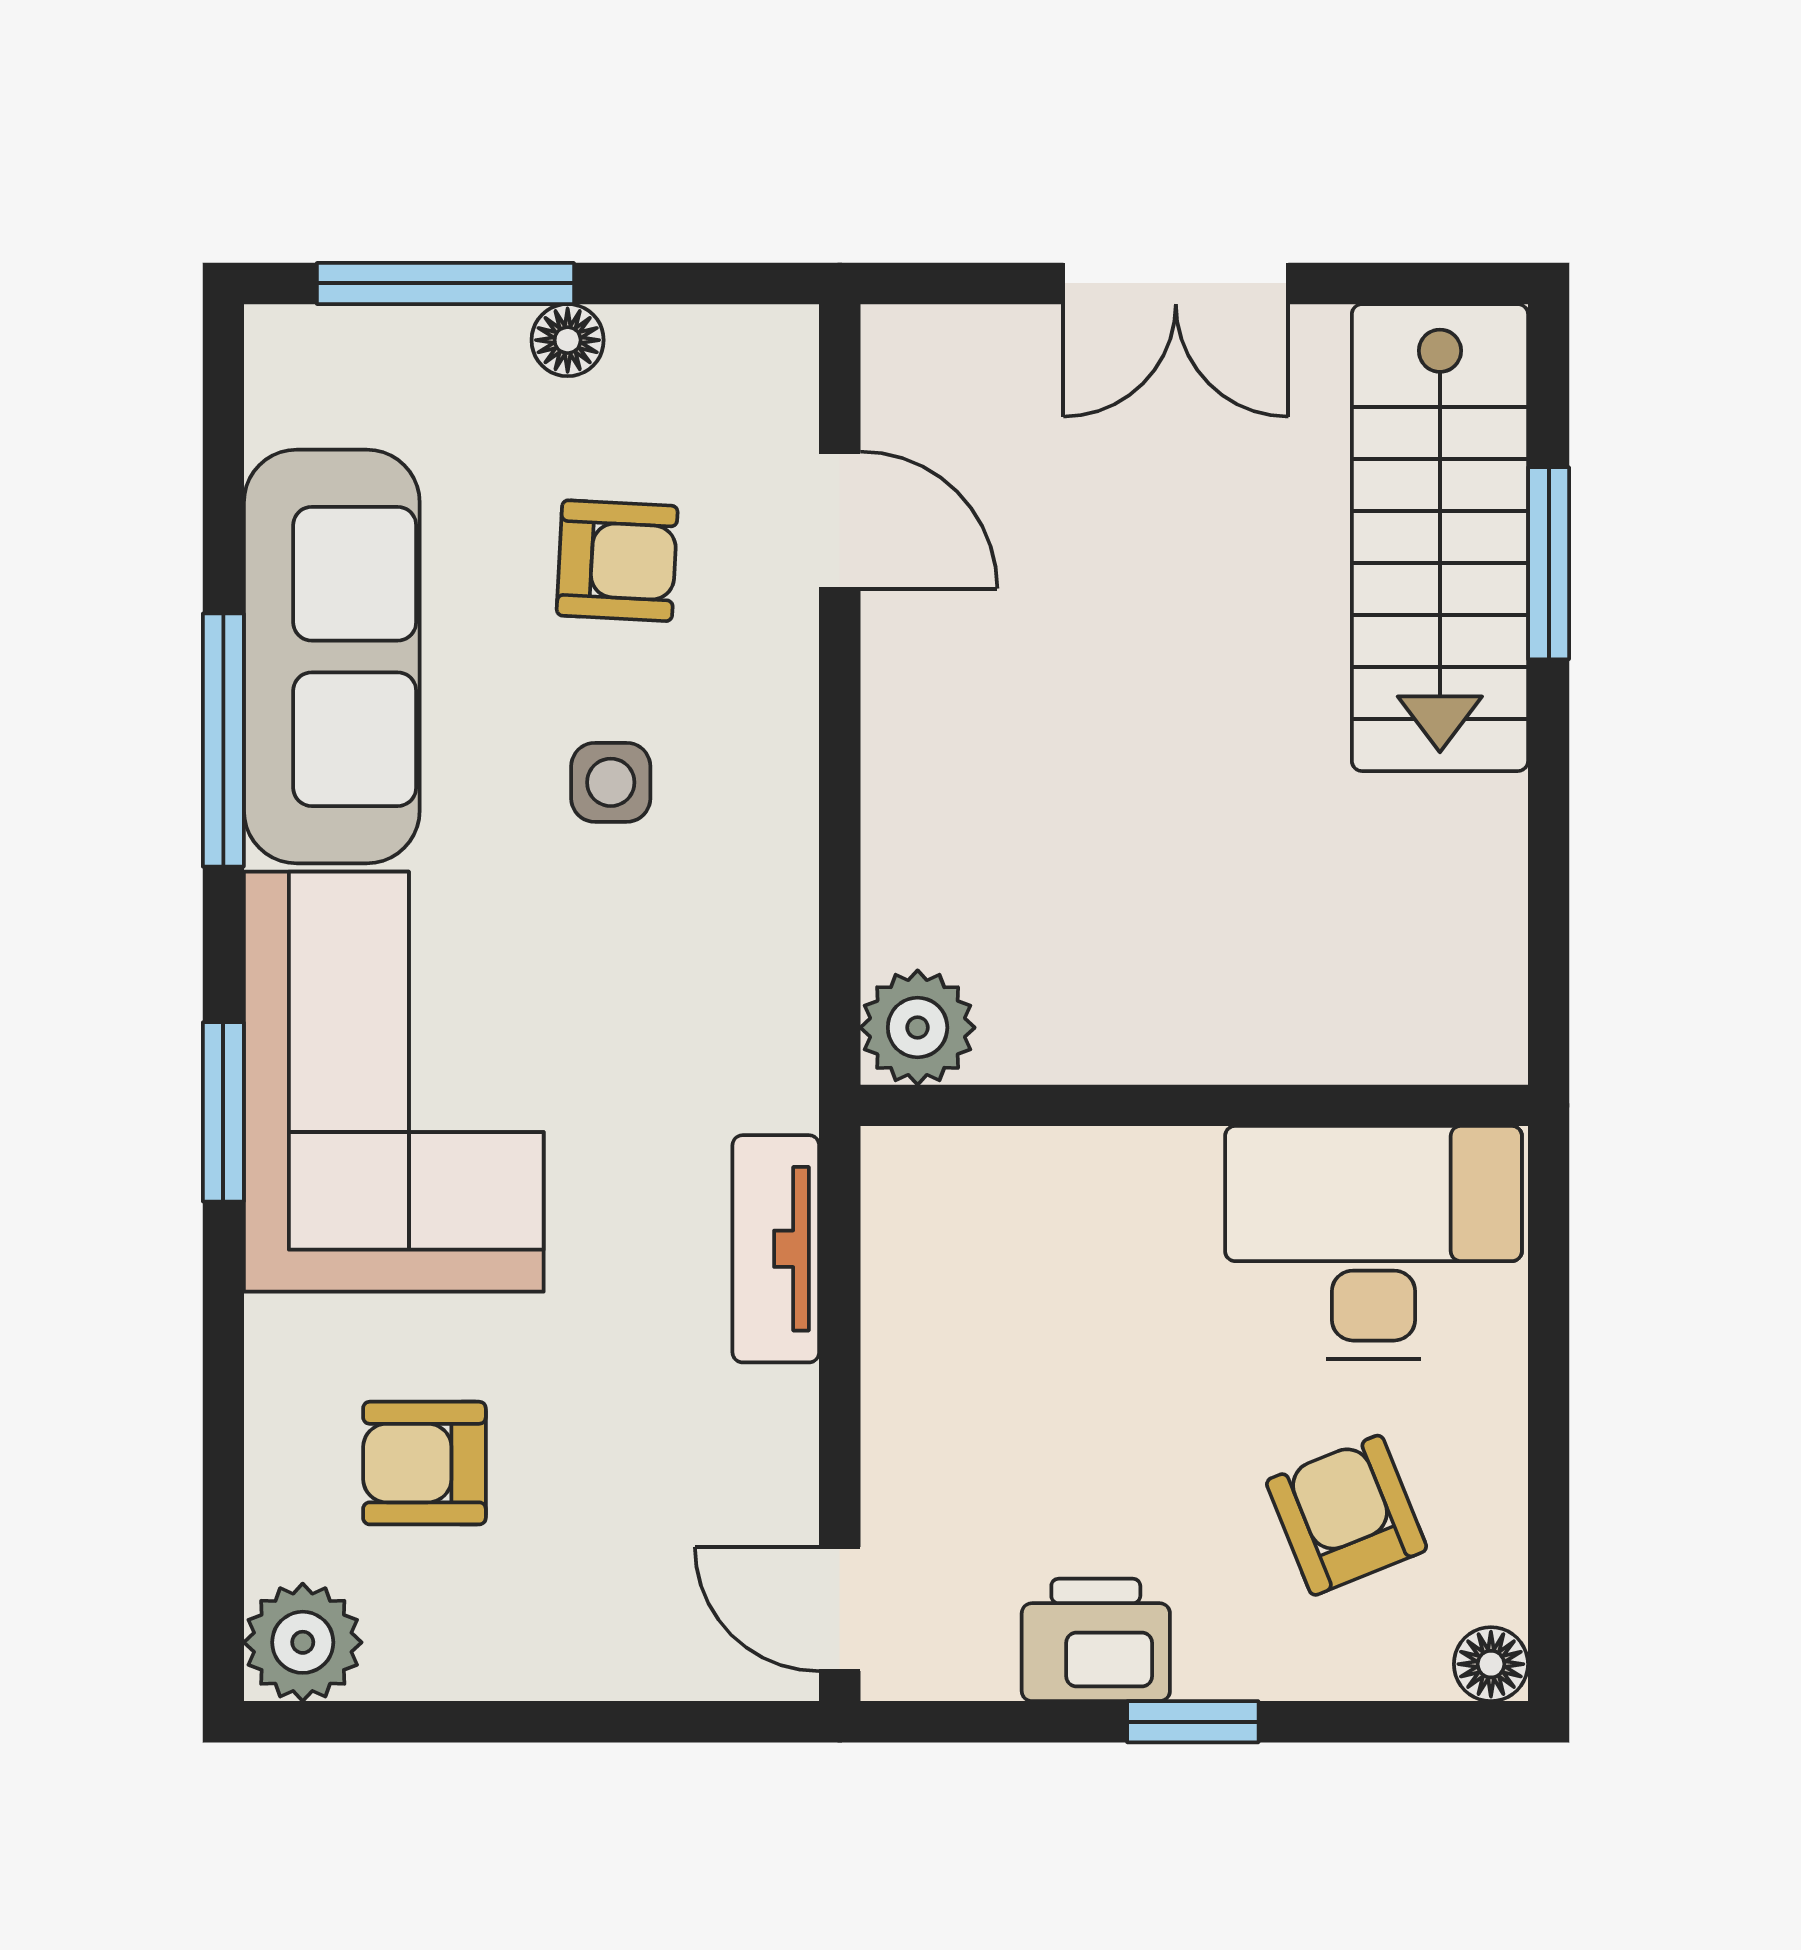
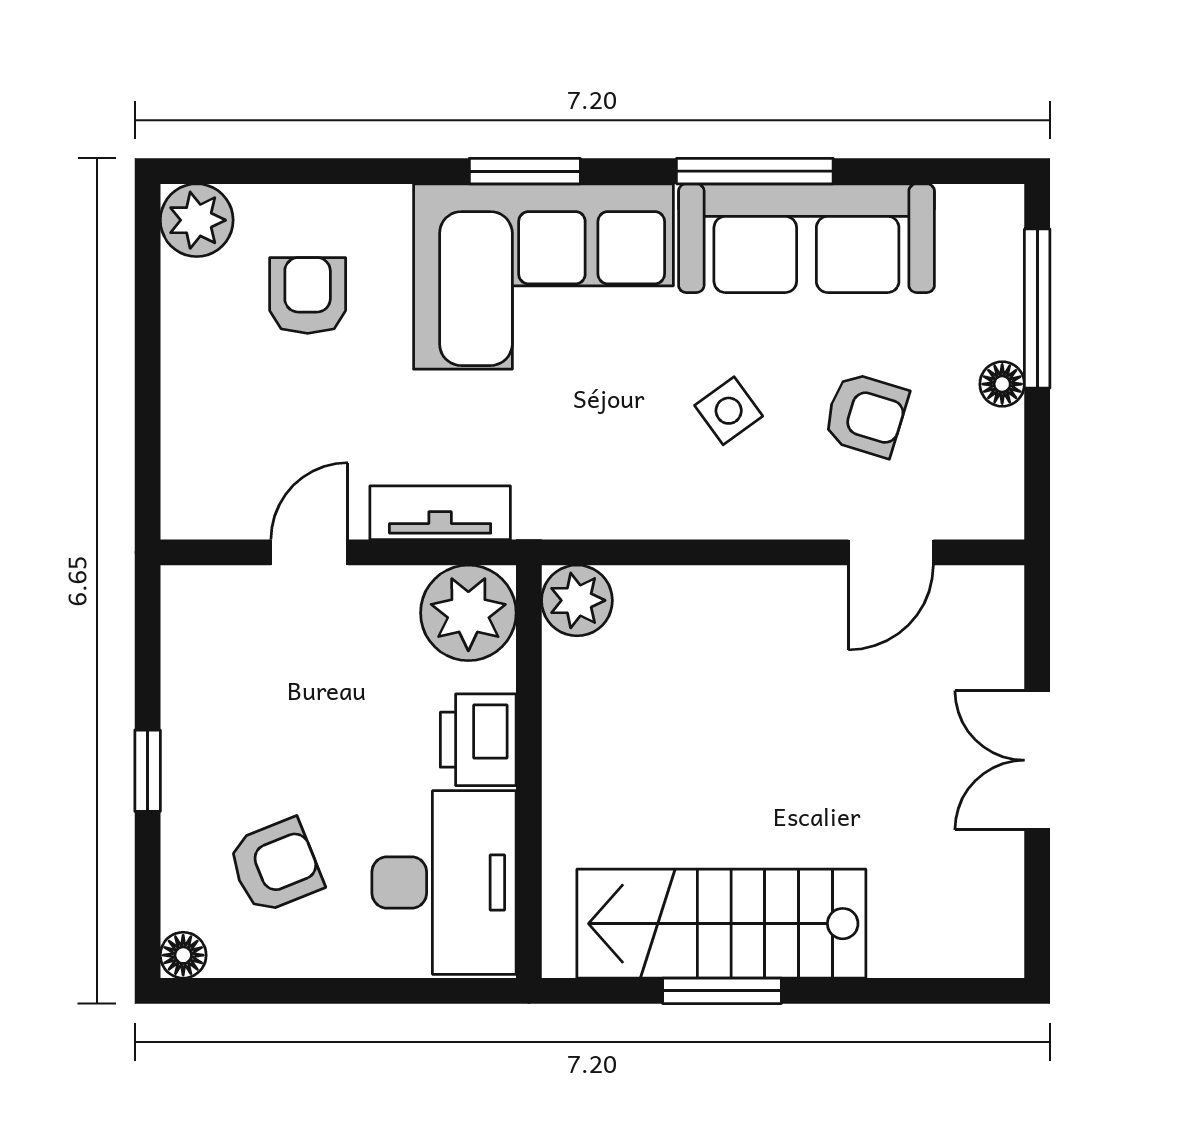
stairs: (1440, 538) -> (721, 924), moved
armchair: (617, 561) -> (866, 415), turned -76
window: (1549, 563) -> (722, 991), moved
side table: (611, 782) -> (729, 411), turned -36
plant: (938, 1203) -> (468, 613), added
door: (840, 1609) -> (309, 552), moved
printer: (1096, 1640) -> (478, 740), moved, turned 180

